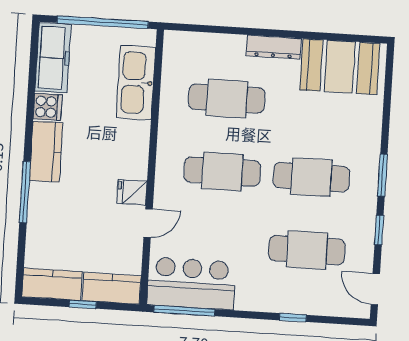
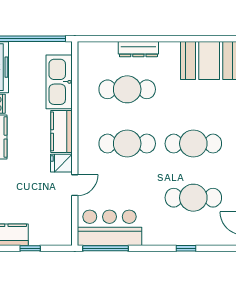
dresser: (274, 47) -> (138, 49), moved
kitchen counter: (112, 288) -> (61, 131), moved, turned -90

